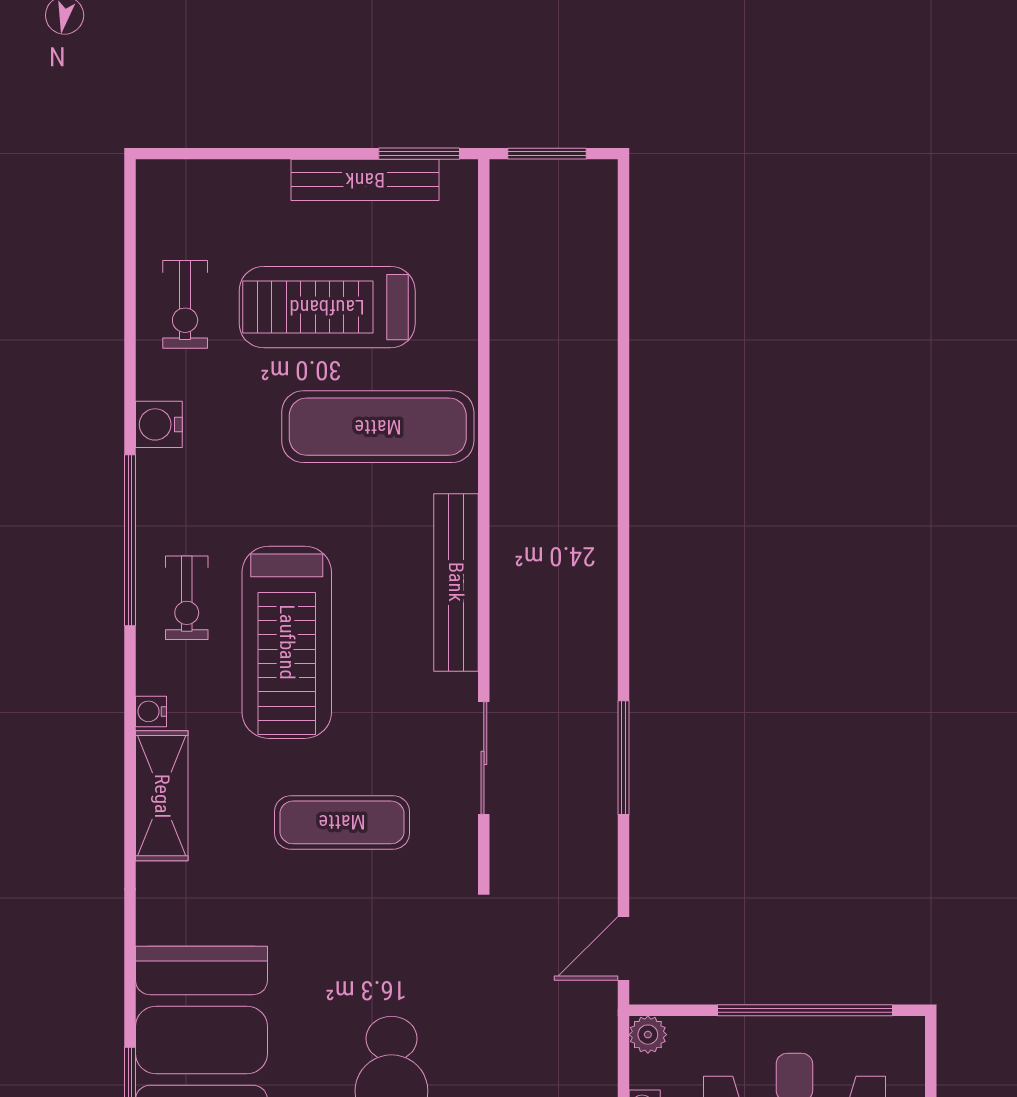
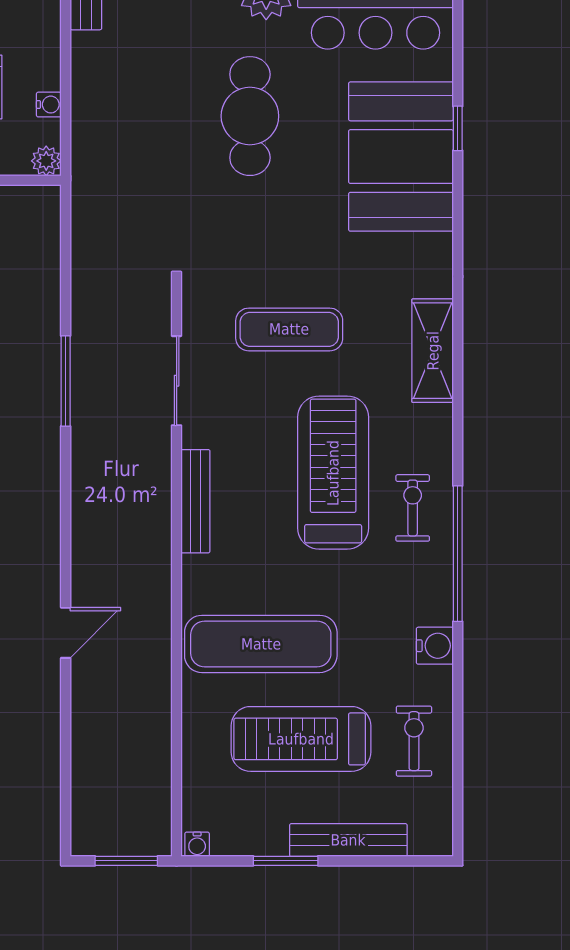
window: (419, 154) -> (286, 861), moved
bench: (365, 180) -> (348, 840), moved
treadmill: (327, 307) -> (301, 739), turned 180
bench: (456, 582) -> (195, 501), width x0.73, depth x0.82
water cooler: (151, 711) -> (197, 844), moved, turned 90
door: (623, 948) -> (66, 633), moved

